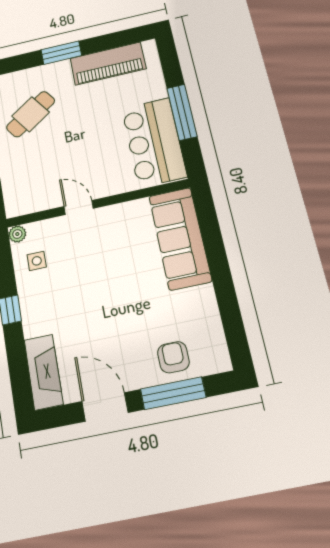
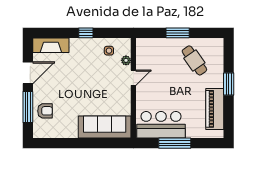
plant: (17, 234) -> (126, 60), moved

